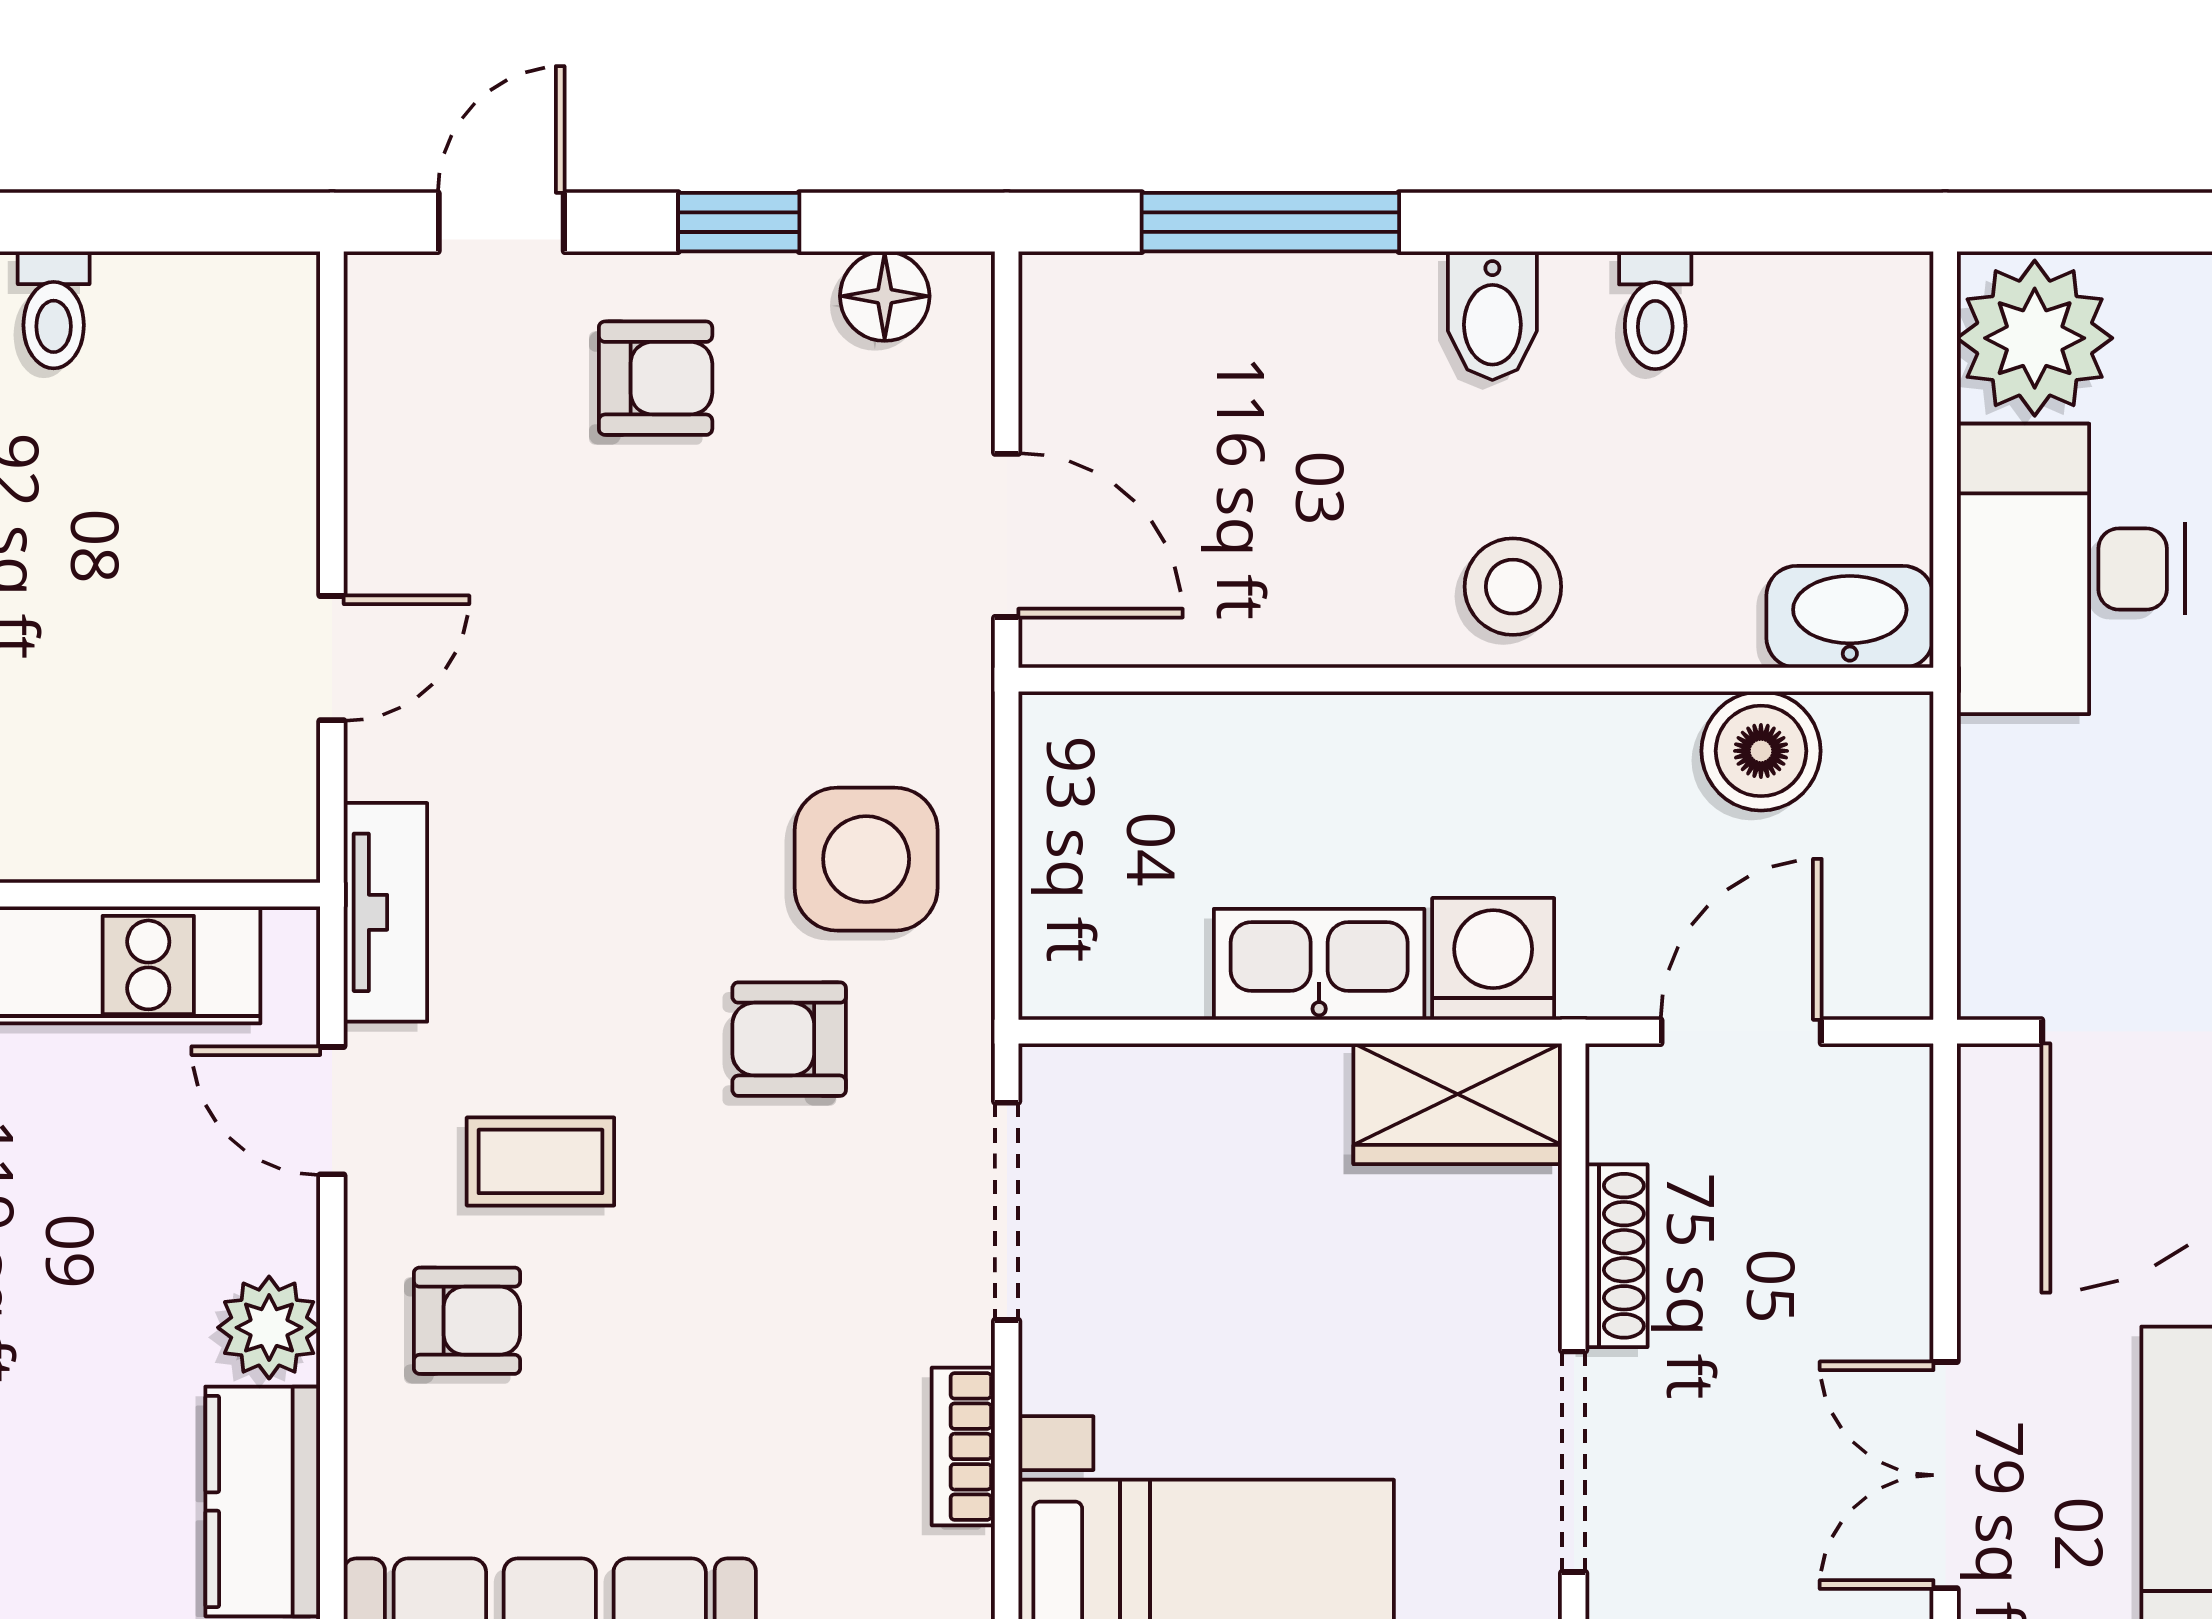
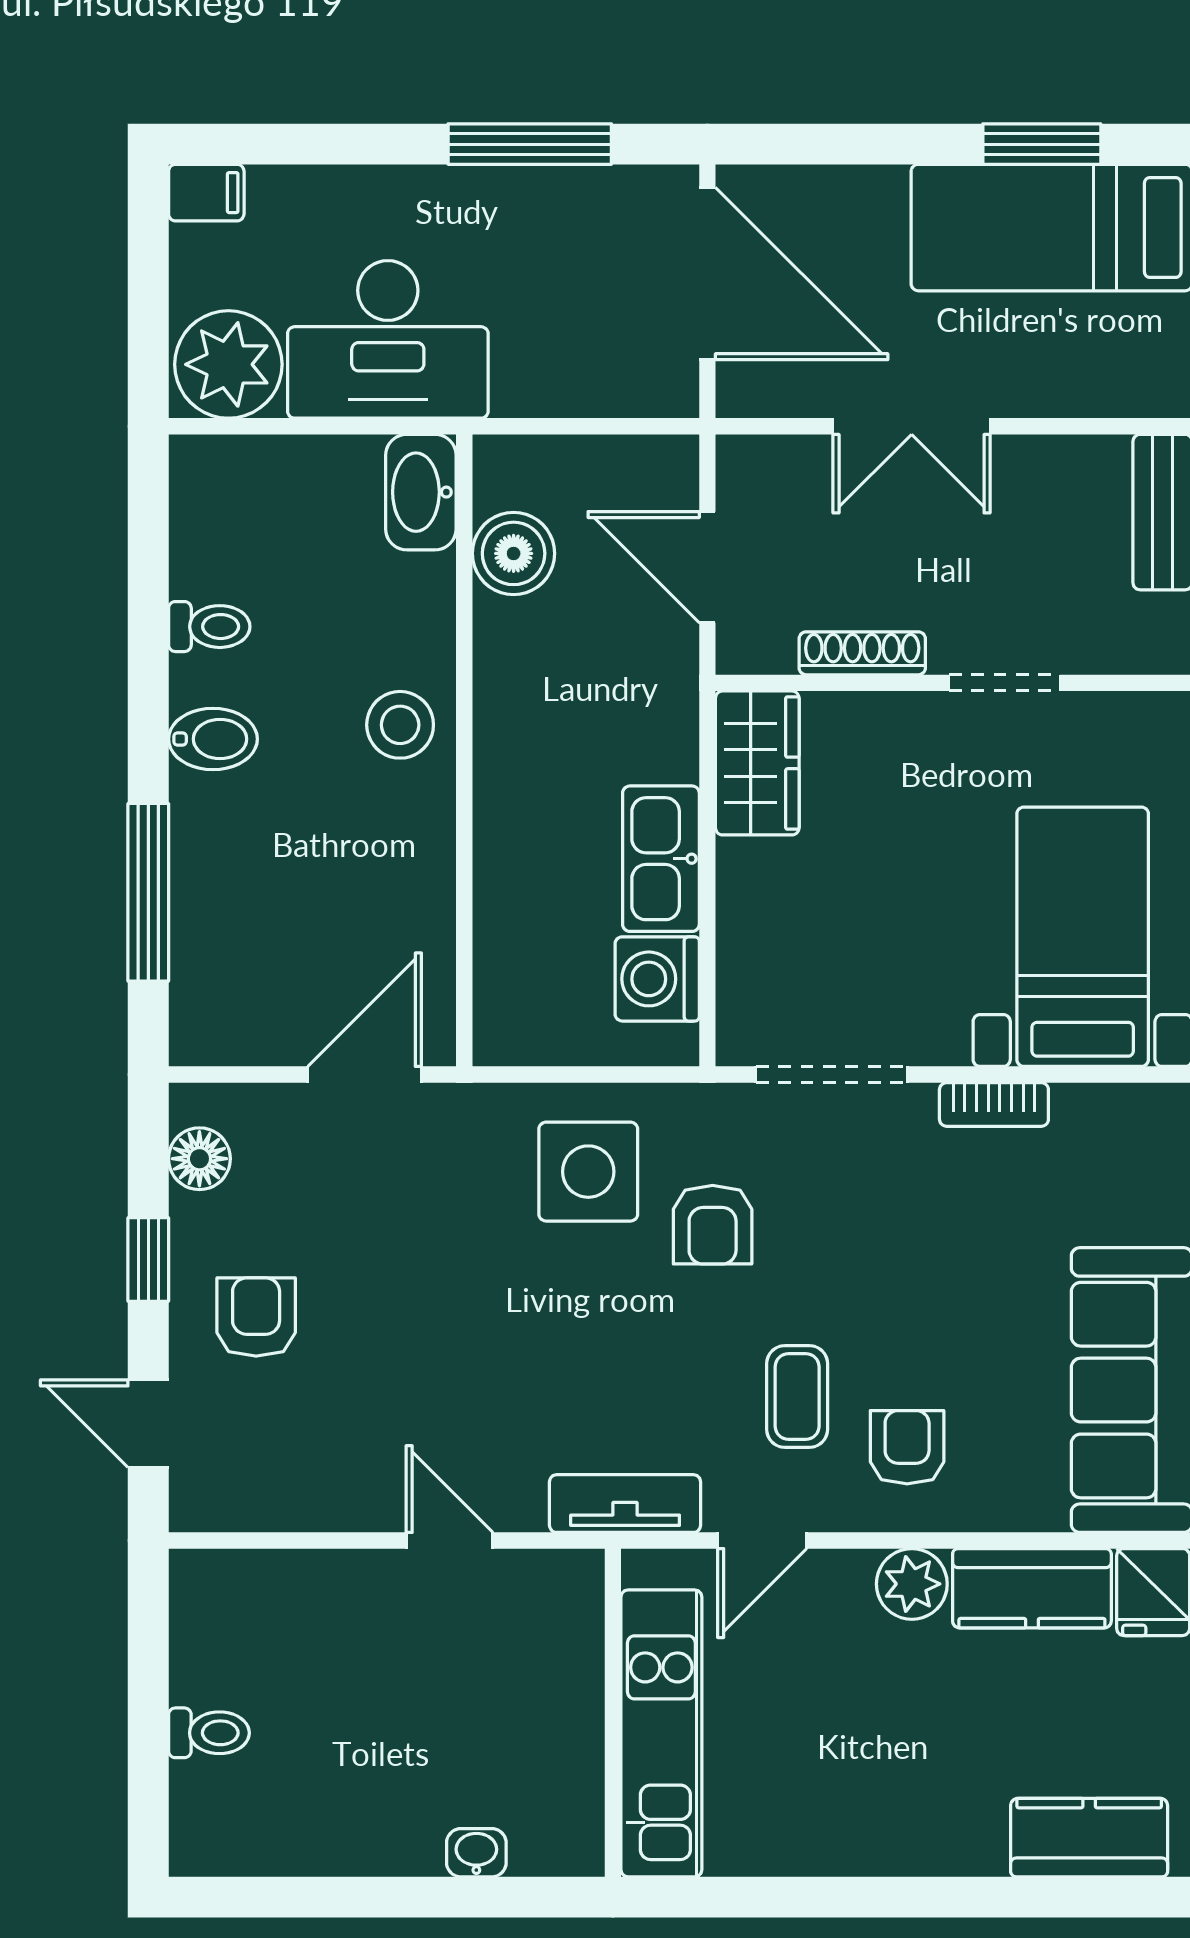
washing machine: (1493, 959) -> (657, 979), moved
doorway: (1574, 1462) -> (1004, 683), width x0.73
double door: (1945, 1475) -> (912, 426), moved

